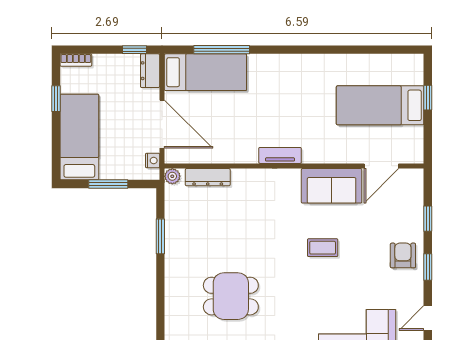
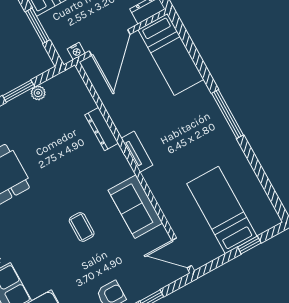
window: (222, 50) -> (228, 114), moved
door: (381, 166) -> (182, 253), moved
plant: (172, 176) -> (38, 93), moved
dresser: (208, 177) -> (102, 129), moved

